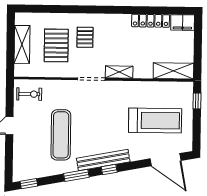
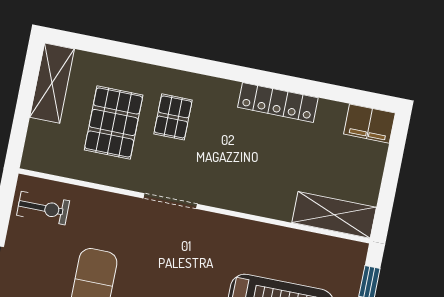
locker: (151, 21) -> (278, 102), moved
shelving: (22, 44) -> (52, 83), moved
shelving: (119, 72) -> (227, 197), removed

